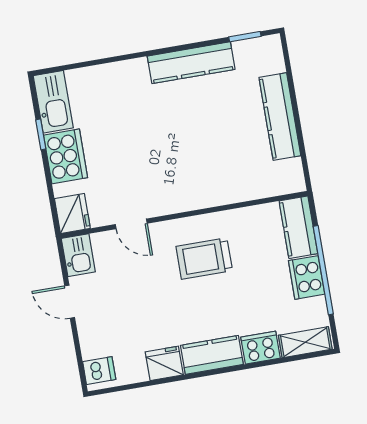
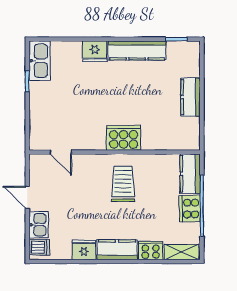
kitchen counter: (280, 117) -> (191, 97), width x0.67
cooker: (66, 156) -> (124, 138), moved, turned -90
fridge: (72, 214) -> (95, 51), moved, turned 90
door: (131, 224) -> (61, 152), moved
kitchen sink: (78, 255) -> (39, 225), moved
trolley: (204, 259) -> (123, 184), turned 90

